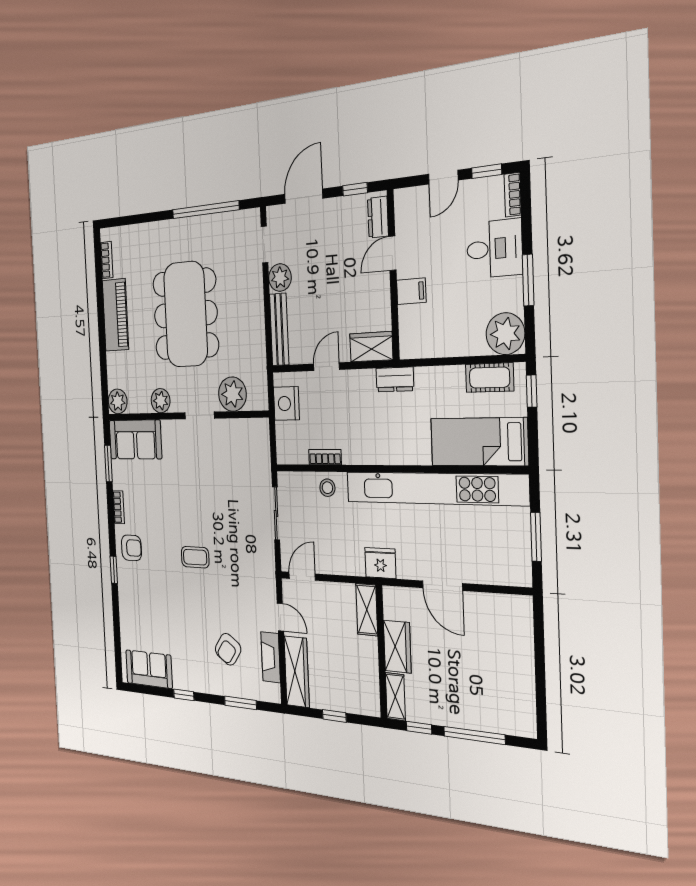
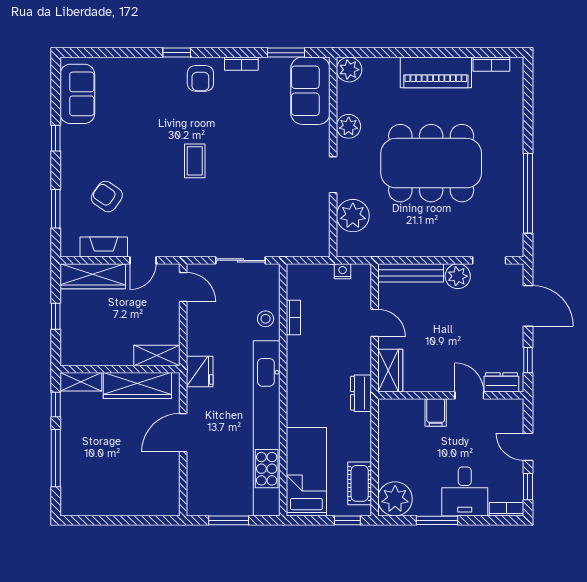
nightstand: (286, 404) -> (343, 271), width x0.53, depth x0.56
wardrobe: (397, 647) -> (137, 386), width x1.50

